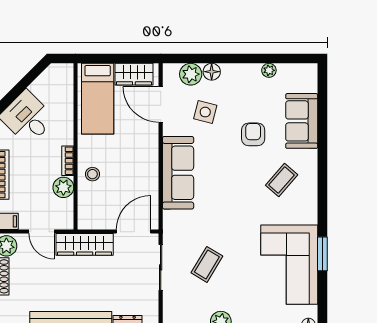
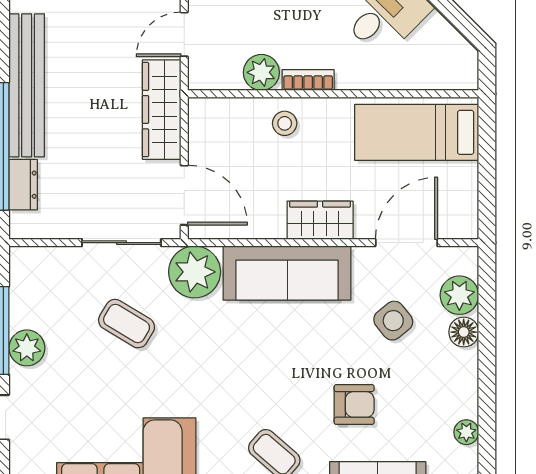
wardrobe: (134, 74) -> (320, 220), moved, turned 90
side table: (205, 112) -> (393, 321), turned 37
plant: (177, 226) -> (195, 272), added

